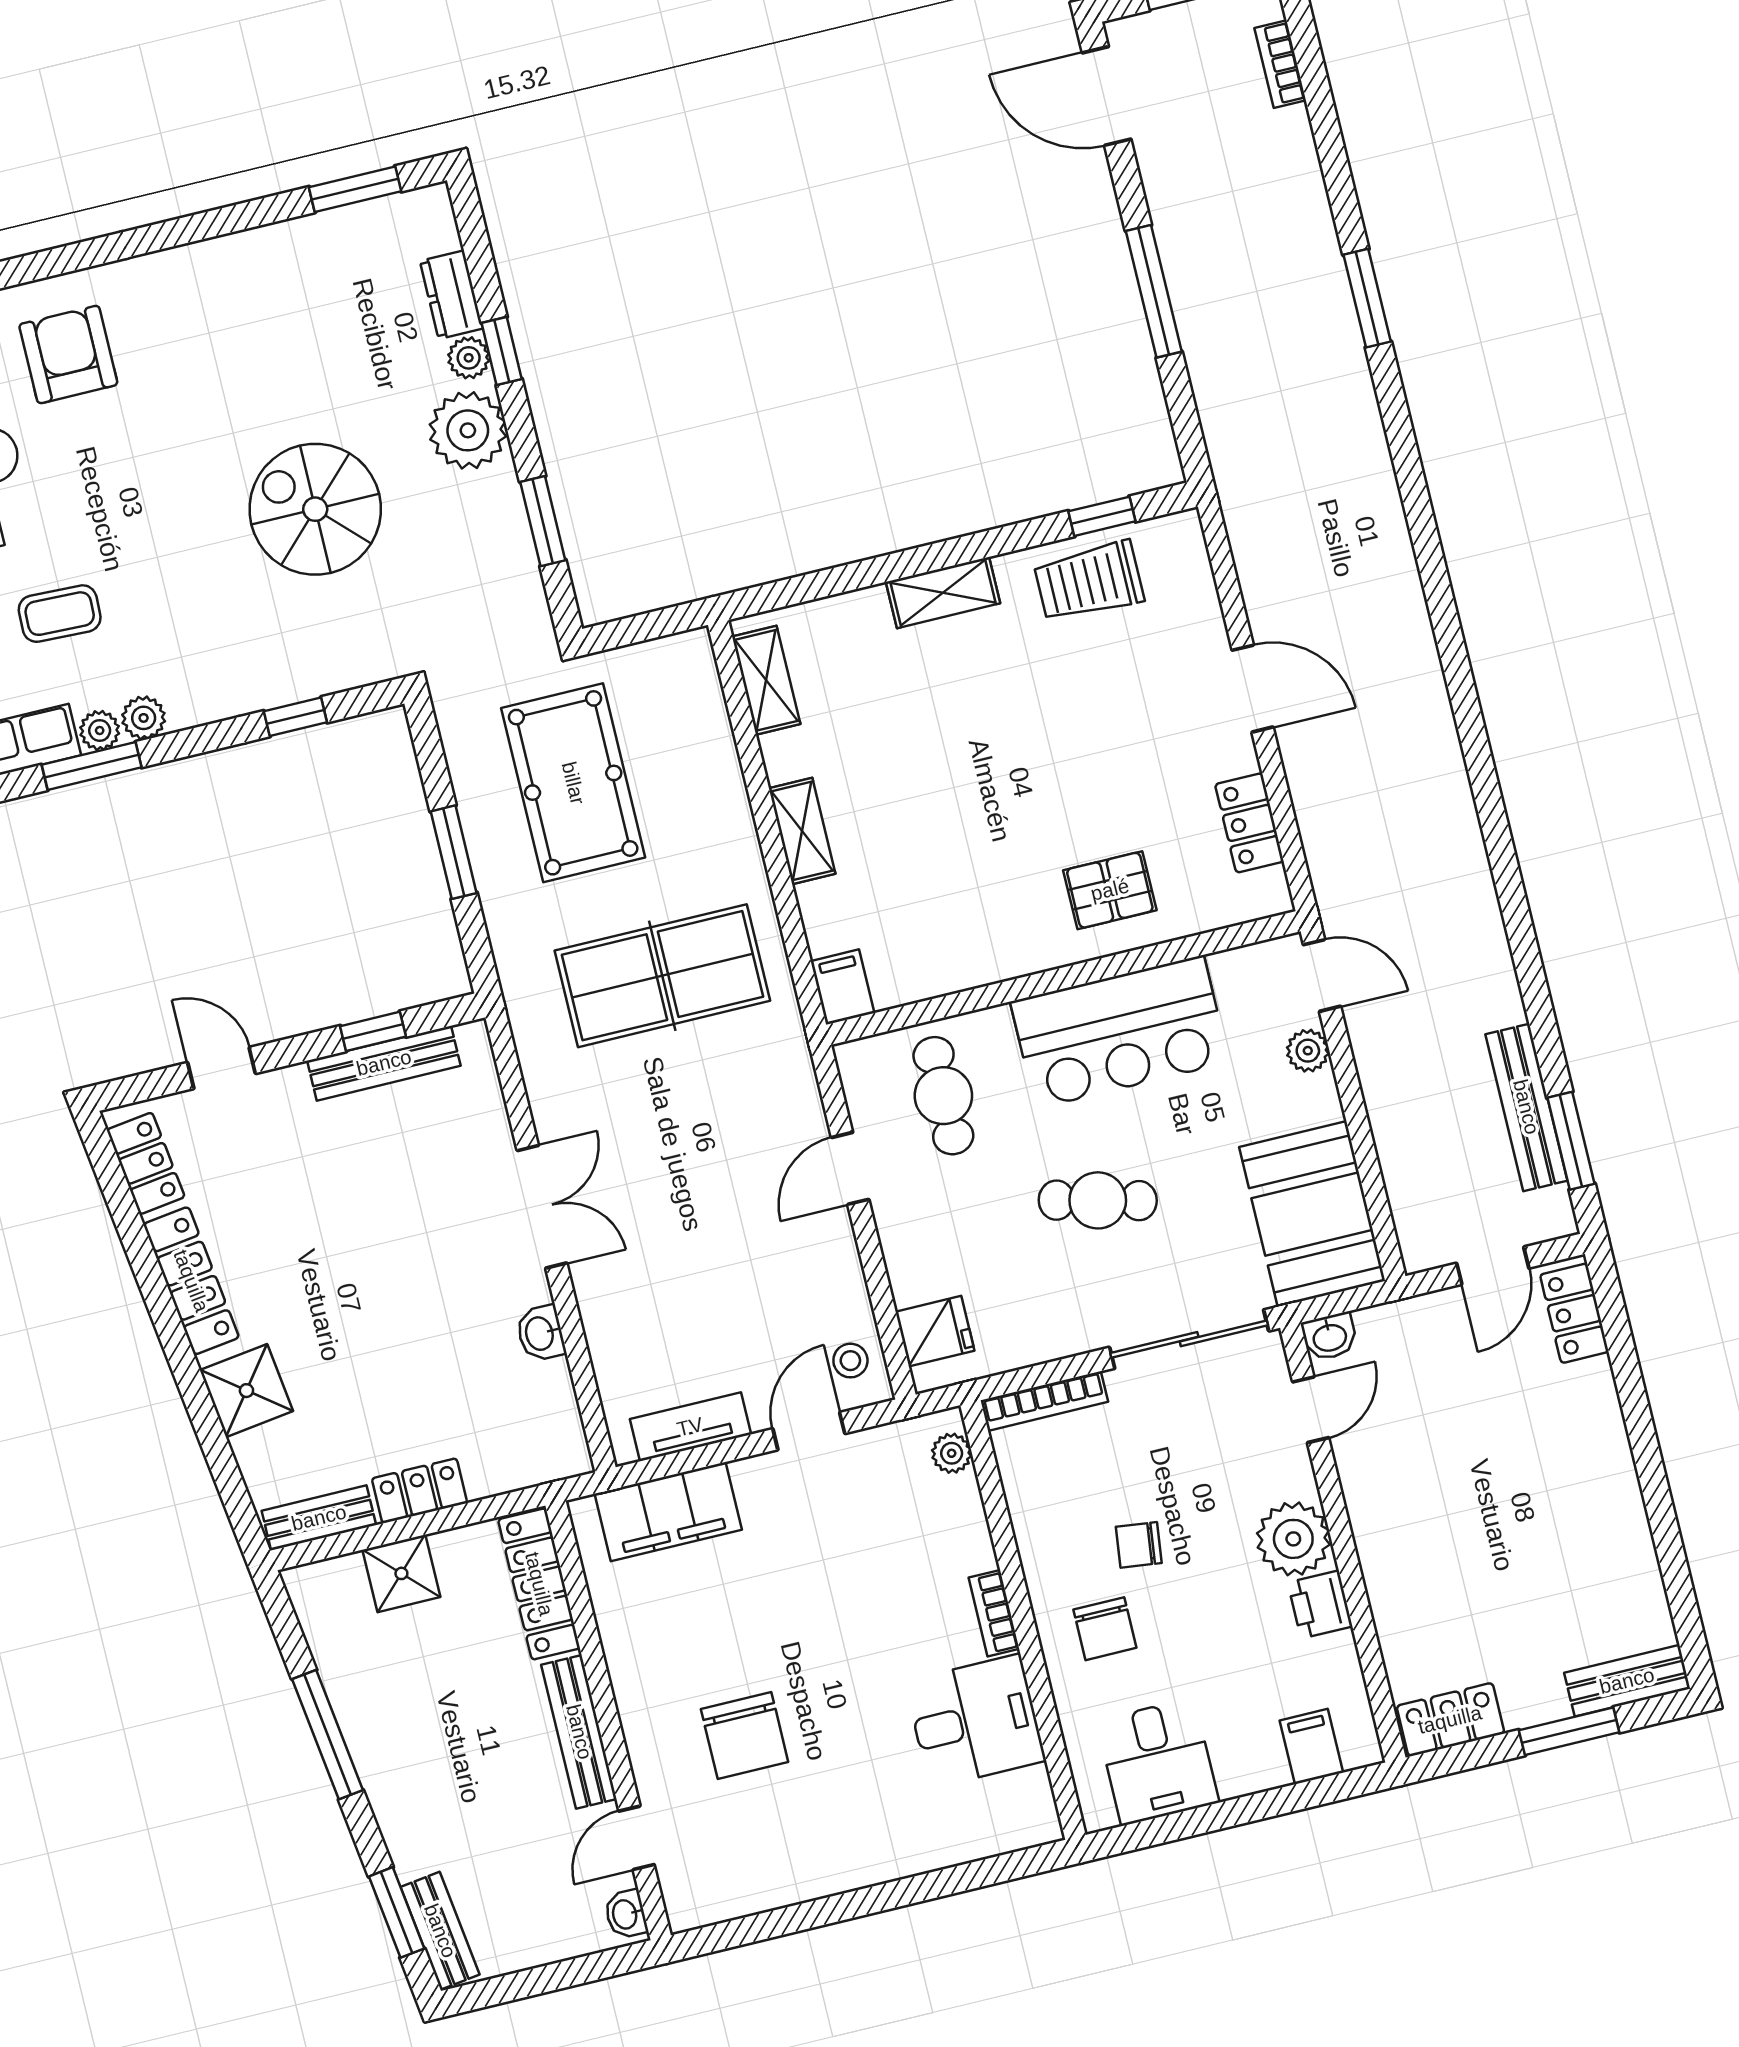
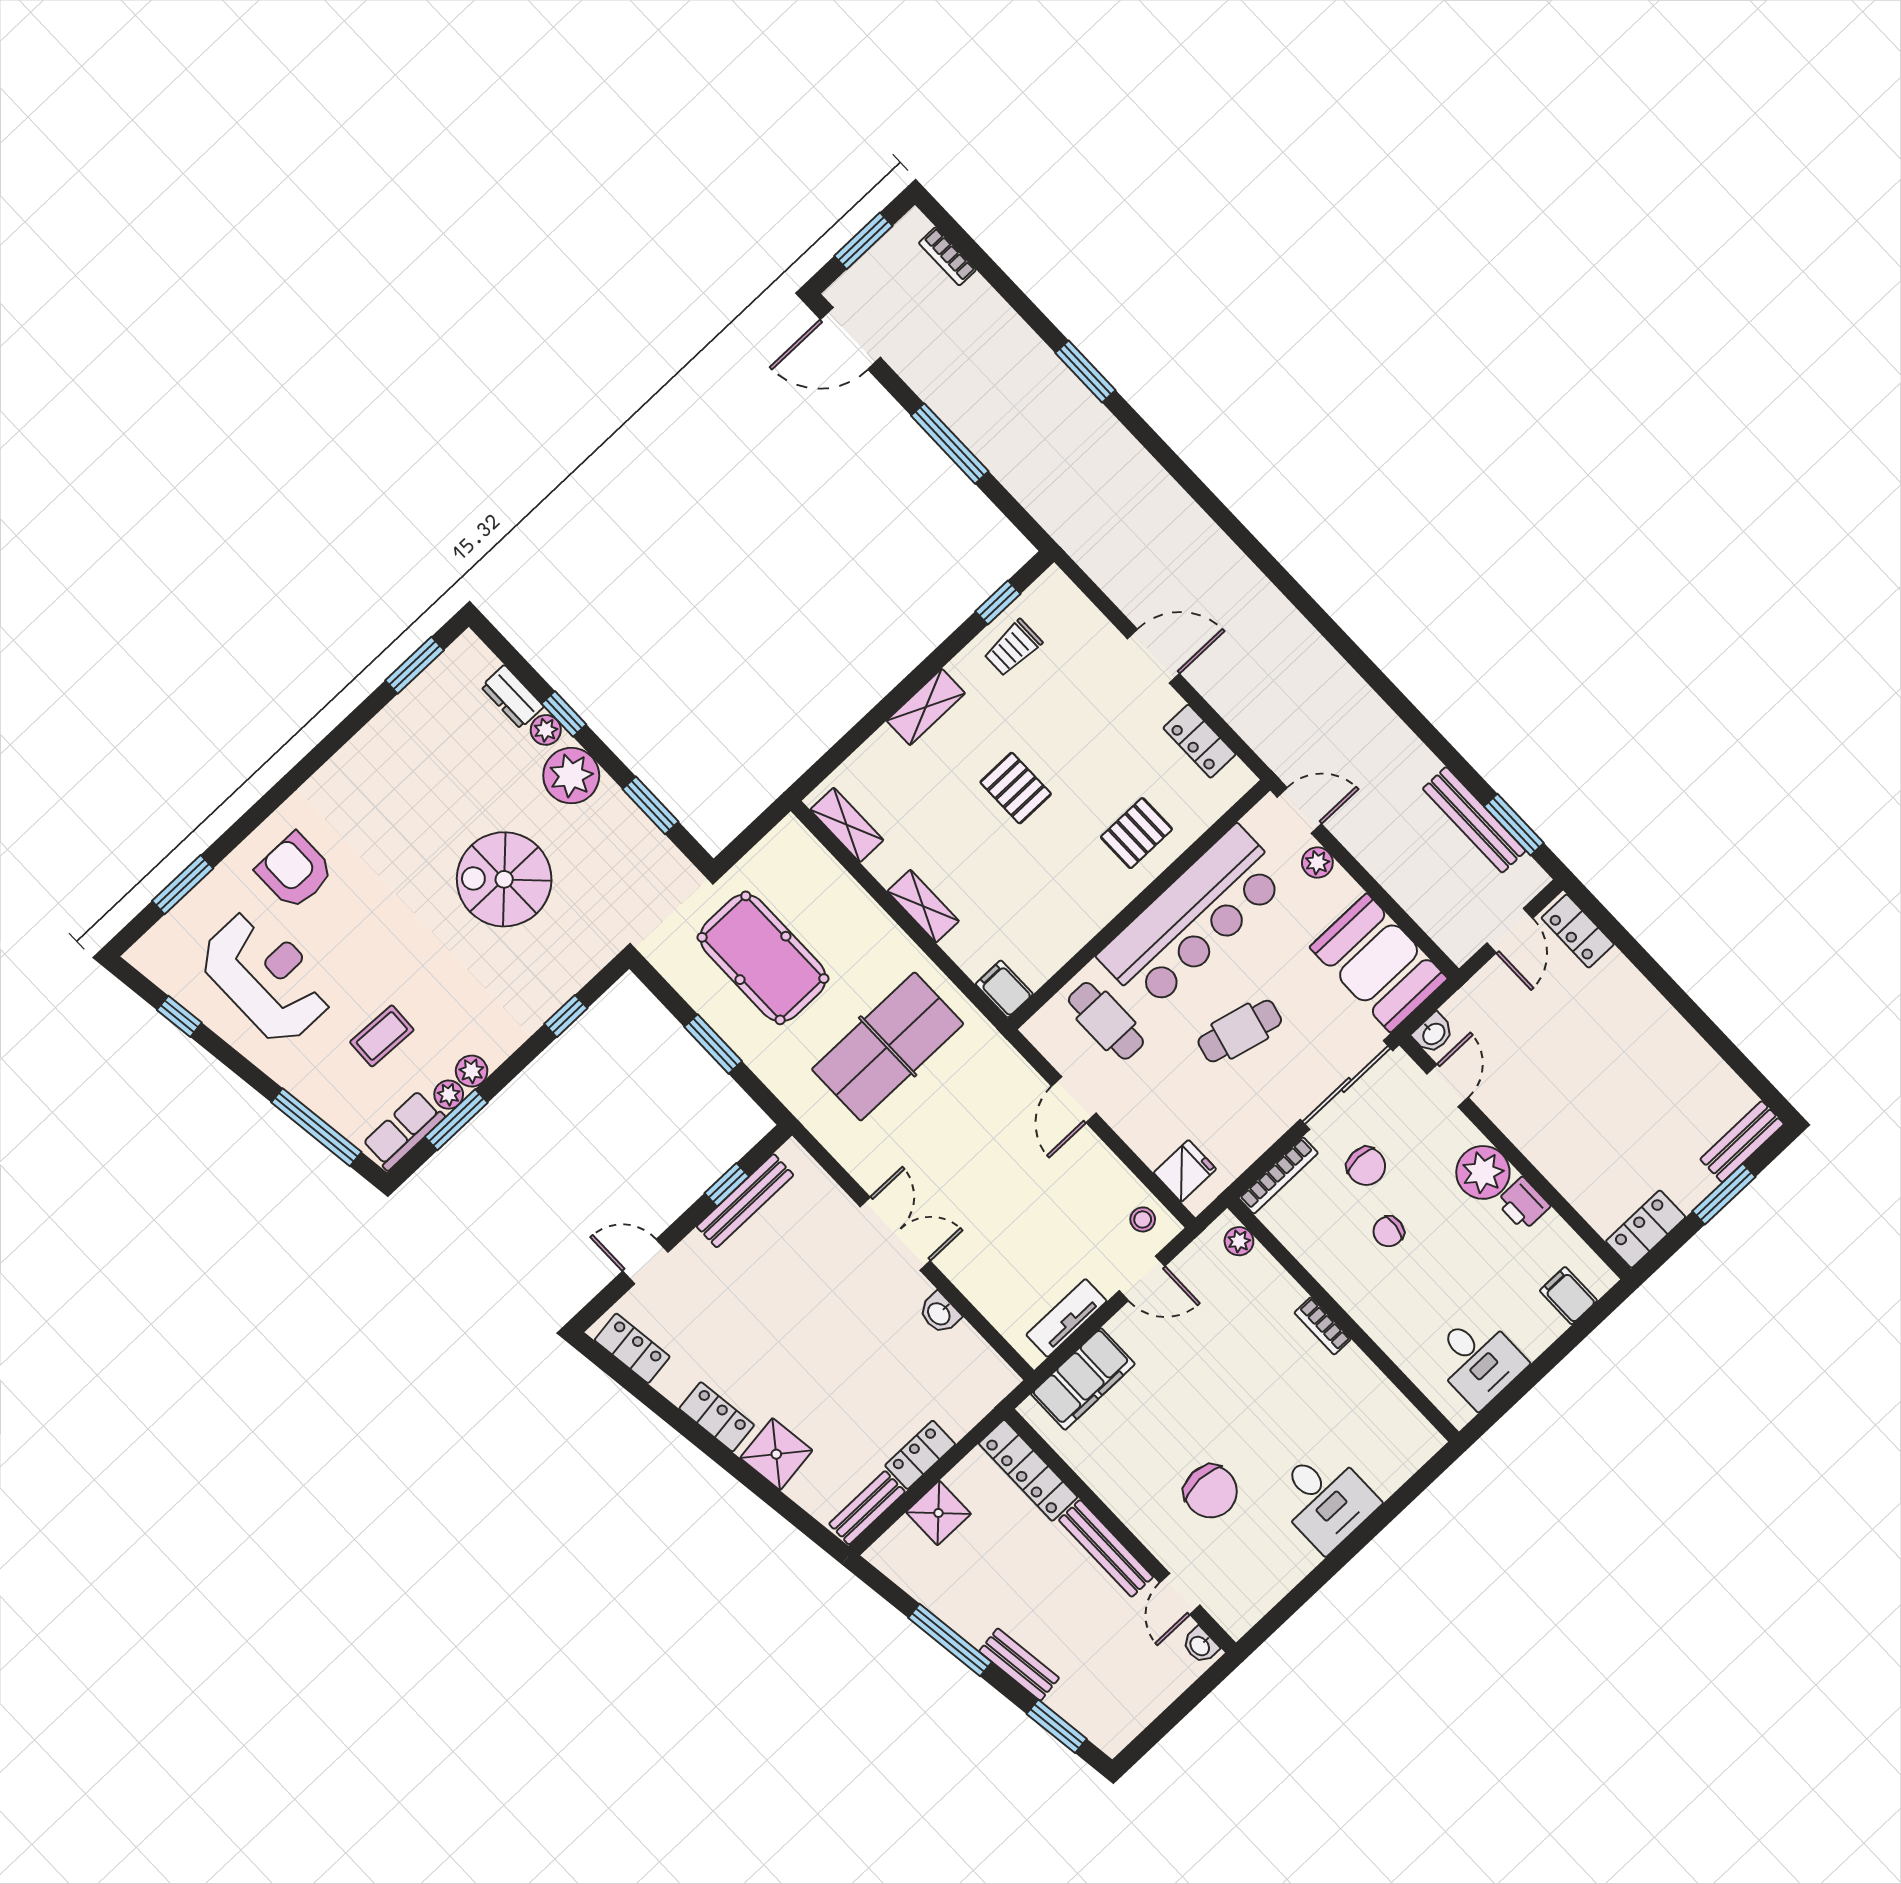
trolley: (1089, 582) -> (1013, 648), width x0.73, depth x0.72
pallet: (995, 752) -> (1016, 788), added
bar counter: (1120, 1032) -> (1193, 918), width x1.36
locker: (191, 1281) -> (717, 1417), width x0.66
door: (809, 1431) -> (1142, 1278), swing flipped
chair: (1105, 1629) -> (1366, 1166), moved
desk: (975, 1721) -> (1325, 1499), moved, turned 90
bench: (440, 1931) -> (1019, 1665), moved

